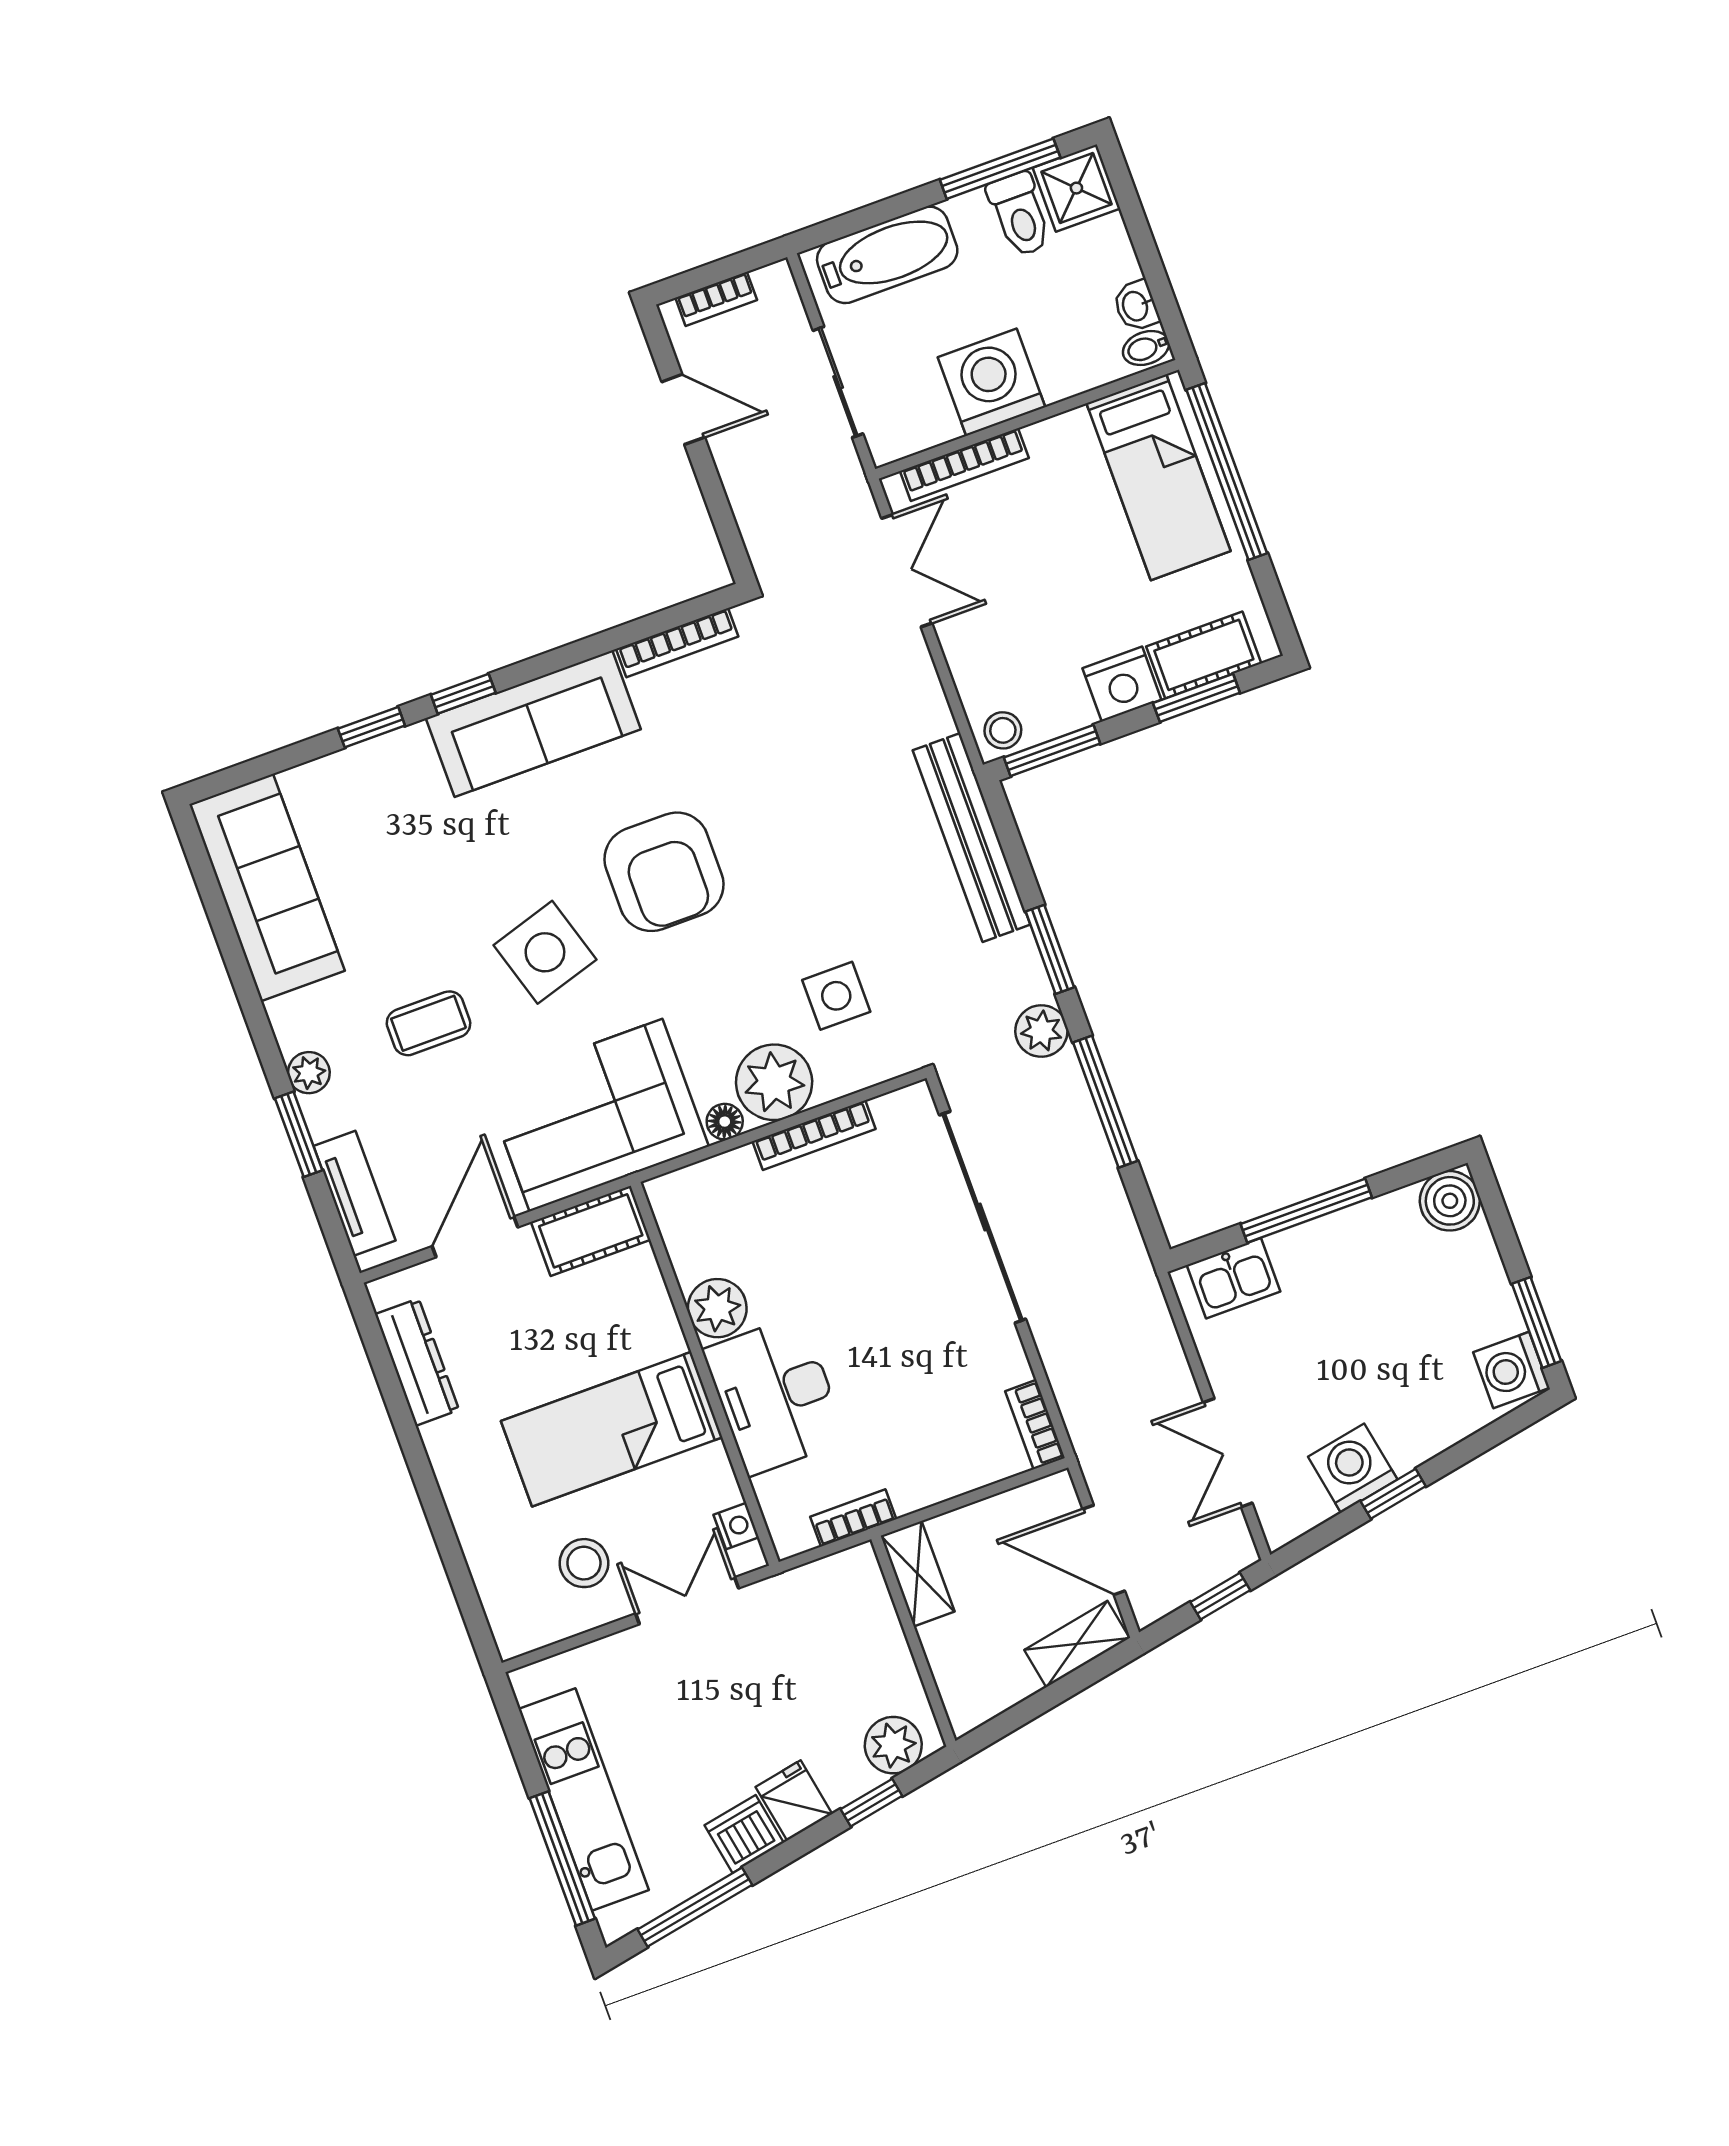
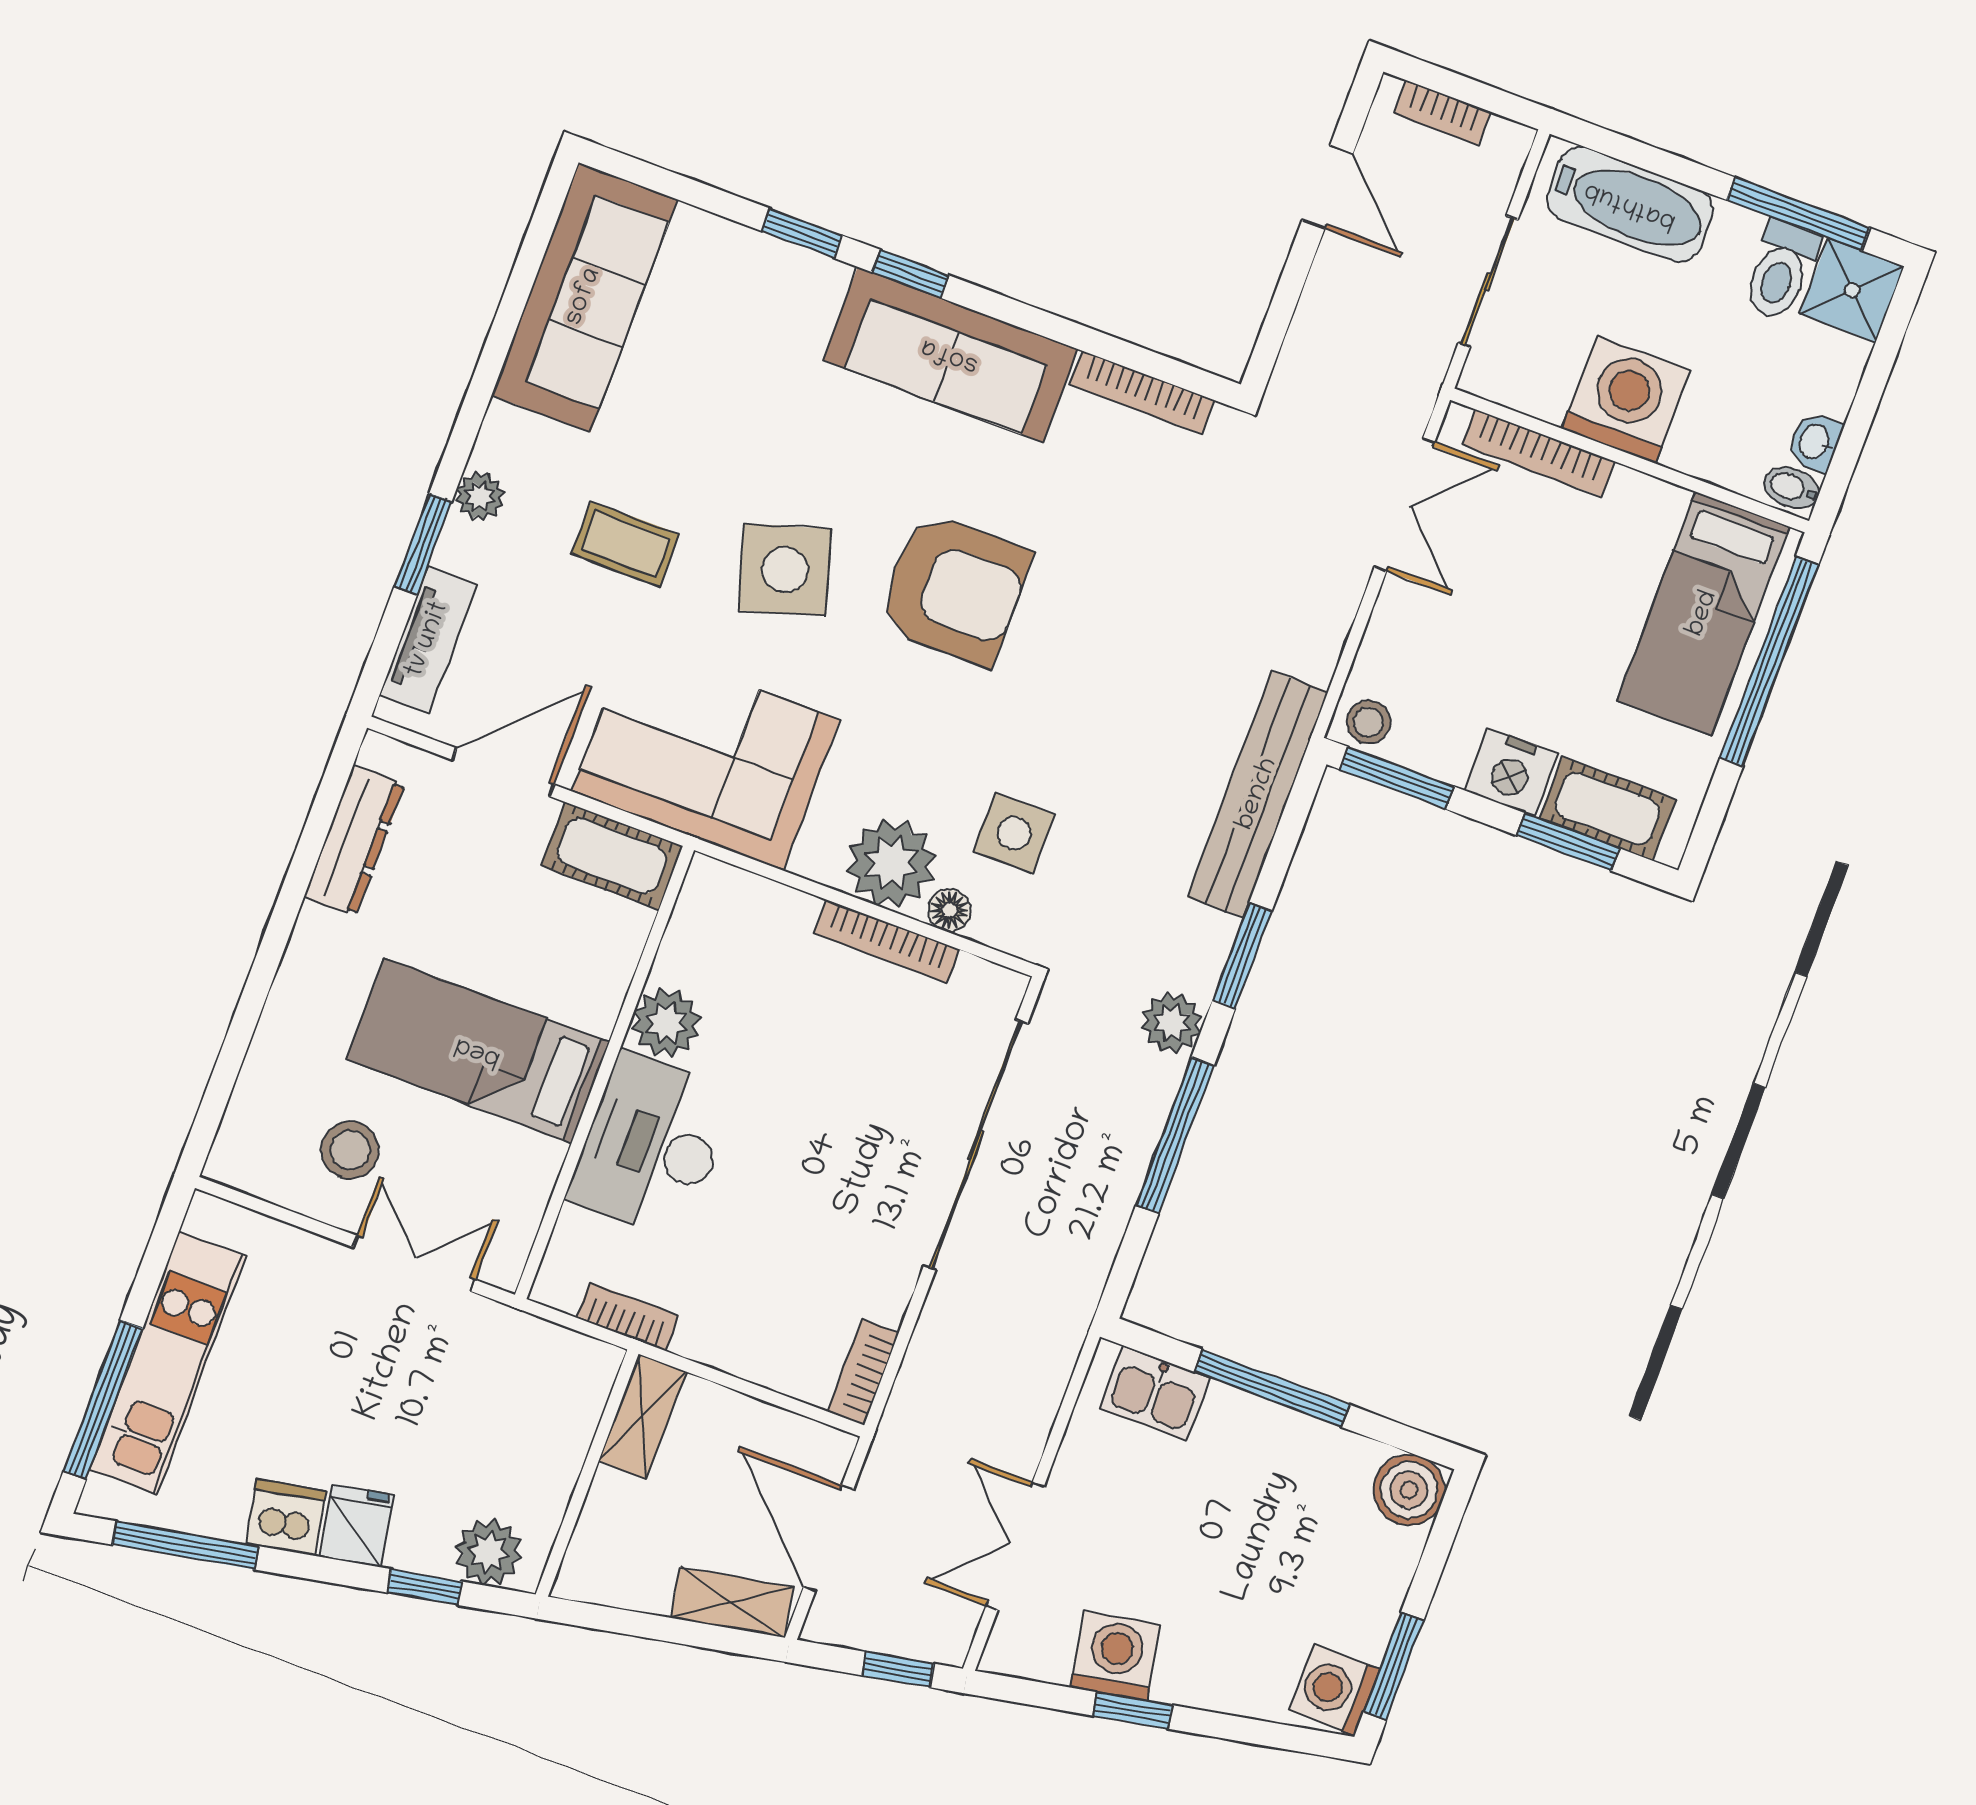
armchair: (664, 872) -> (954, 589), turned -90
floor lamp: (725, 1122) -> (950, 910), moved
nightstand: (736, 1526) -> (516, 1234), removed

